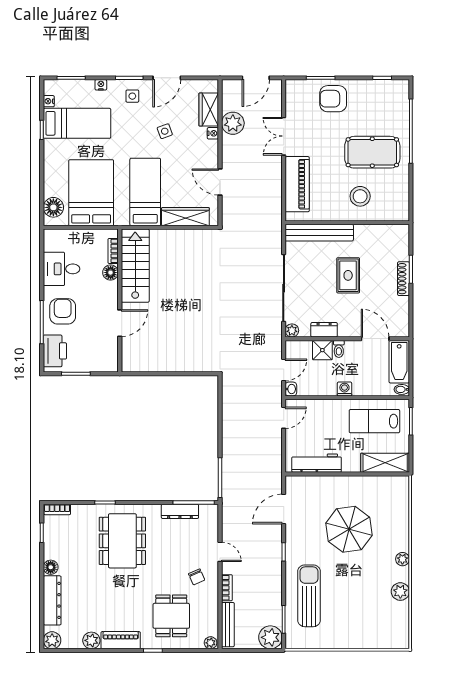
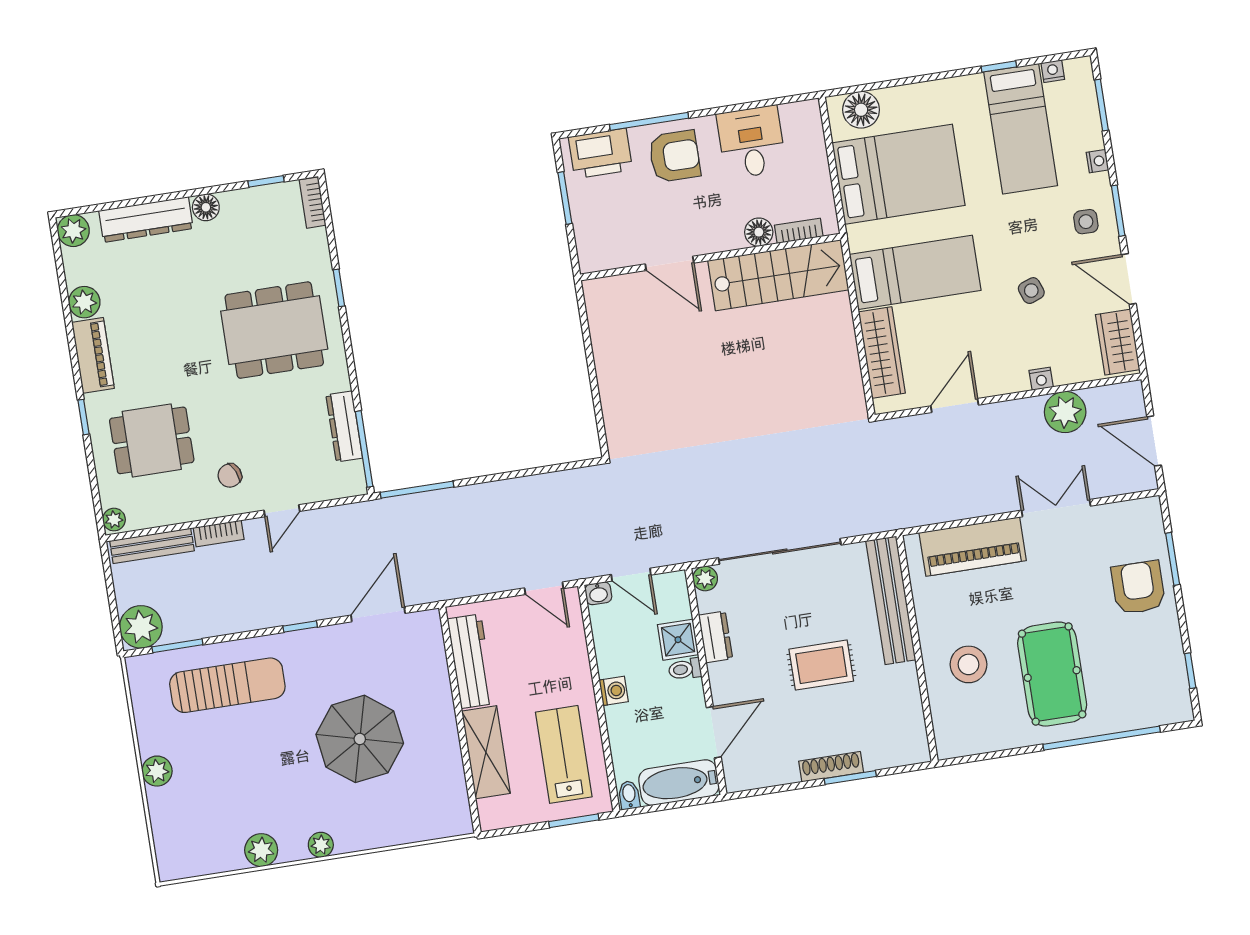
wardrobe: (209, 110) -> (1118, 342), moved, turned -90
shelving: (385, 463) -> (486, 752), moved
door: (284, 509) -> (378, 614), hinge flipped
plant: (349, 641) -> (157, 771), added

